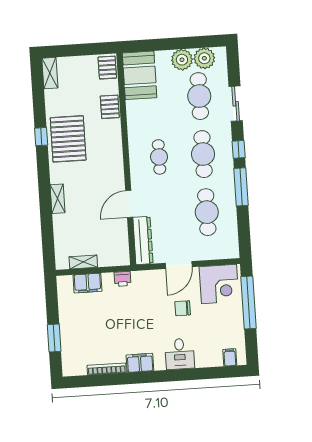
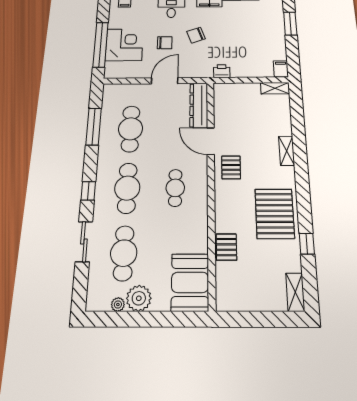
plant: (204, 58) -> (118, 305), width x0.53, depth x0.53
pallet: (107, 68) -> (231, 167), moved
window: (41, 137) -> (307, 244), moved
window: (241, 187) -> (94, 126), moved
door: (129, 204) -> (211, 141), swing flipped
shelving: (83, 262) -> (275, 88), moved
filing cabinet: (87, 283) -> (281, 69), moved, width x0.50
corner desk: (219, 284) -> (124, 45), moved, turned 90
chair: (151, 319) -> (196, 35), added

